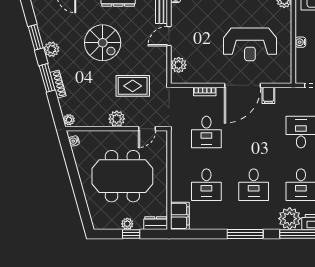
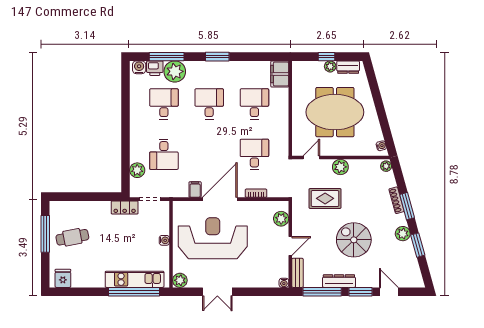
reception desk: (250, 44) -> (213, 238), width x1.36, depth x1.30
dresser: (156, 223) -> (348, 67), moved
window: (245, 234) -> (217, 57), width x0.69

